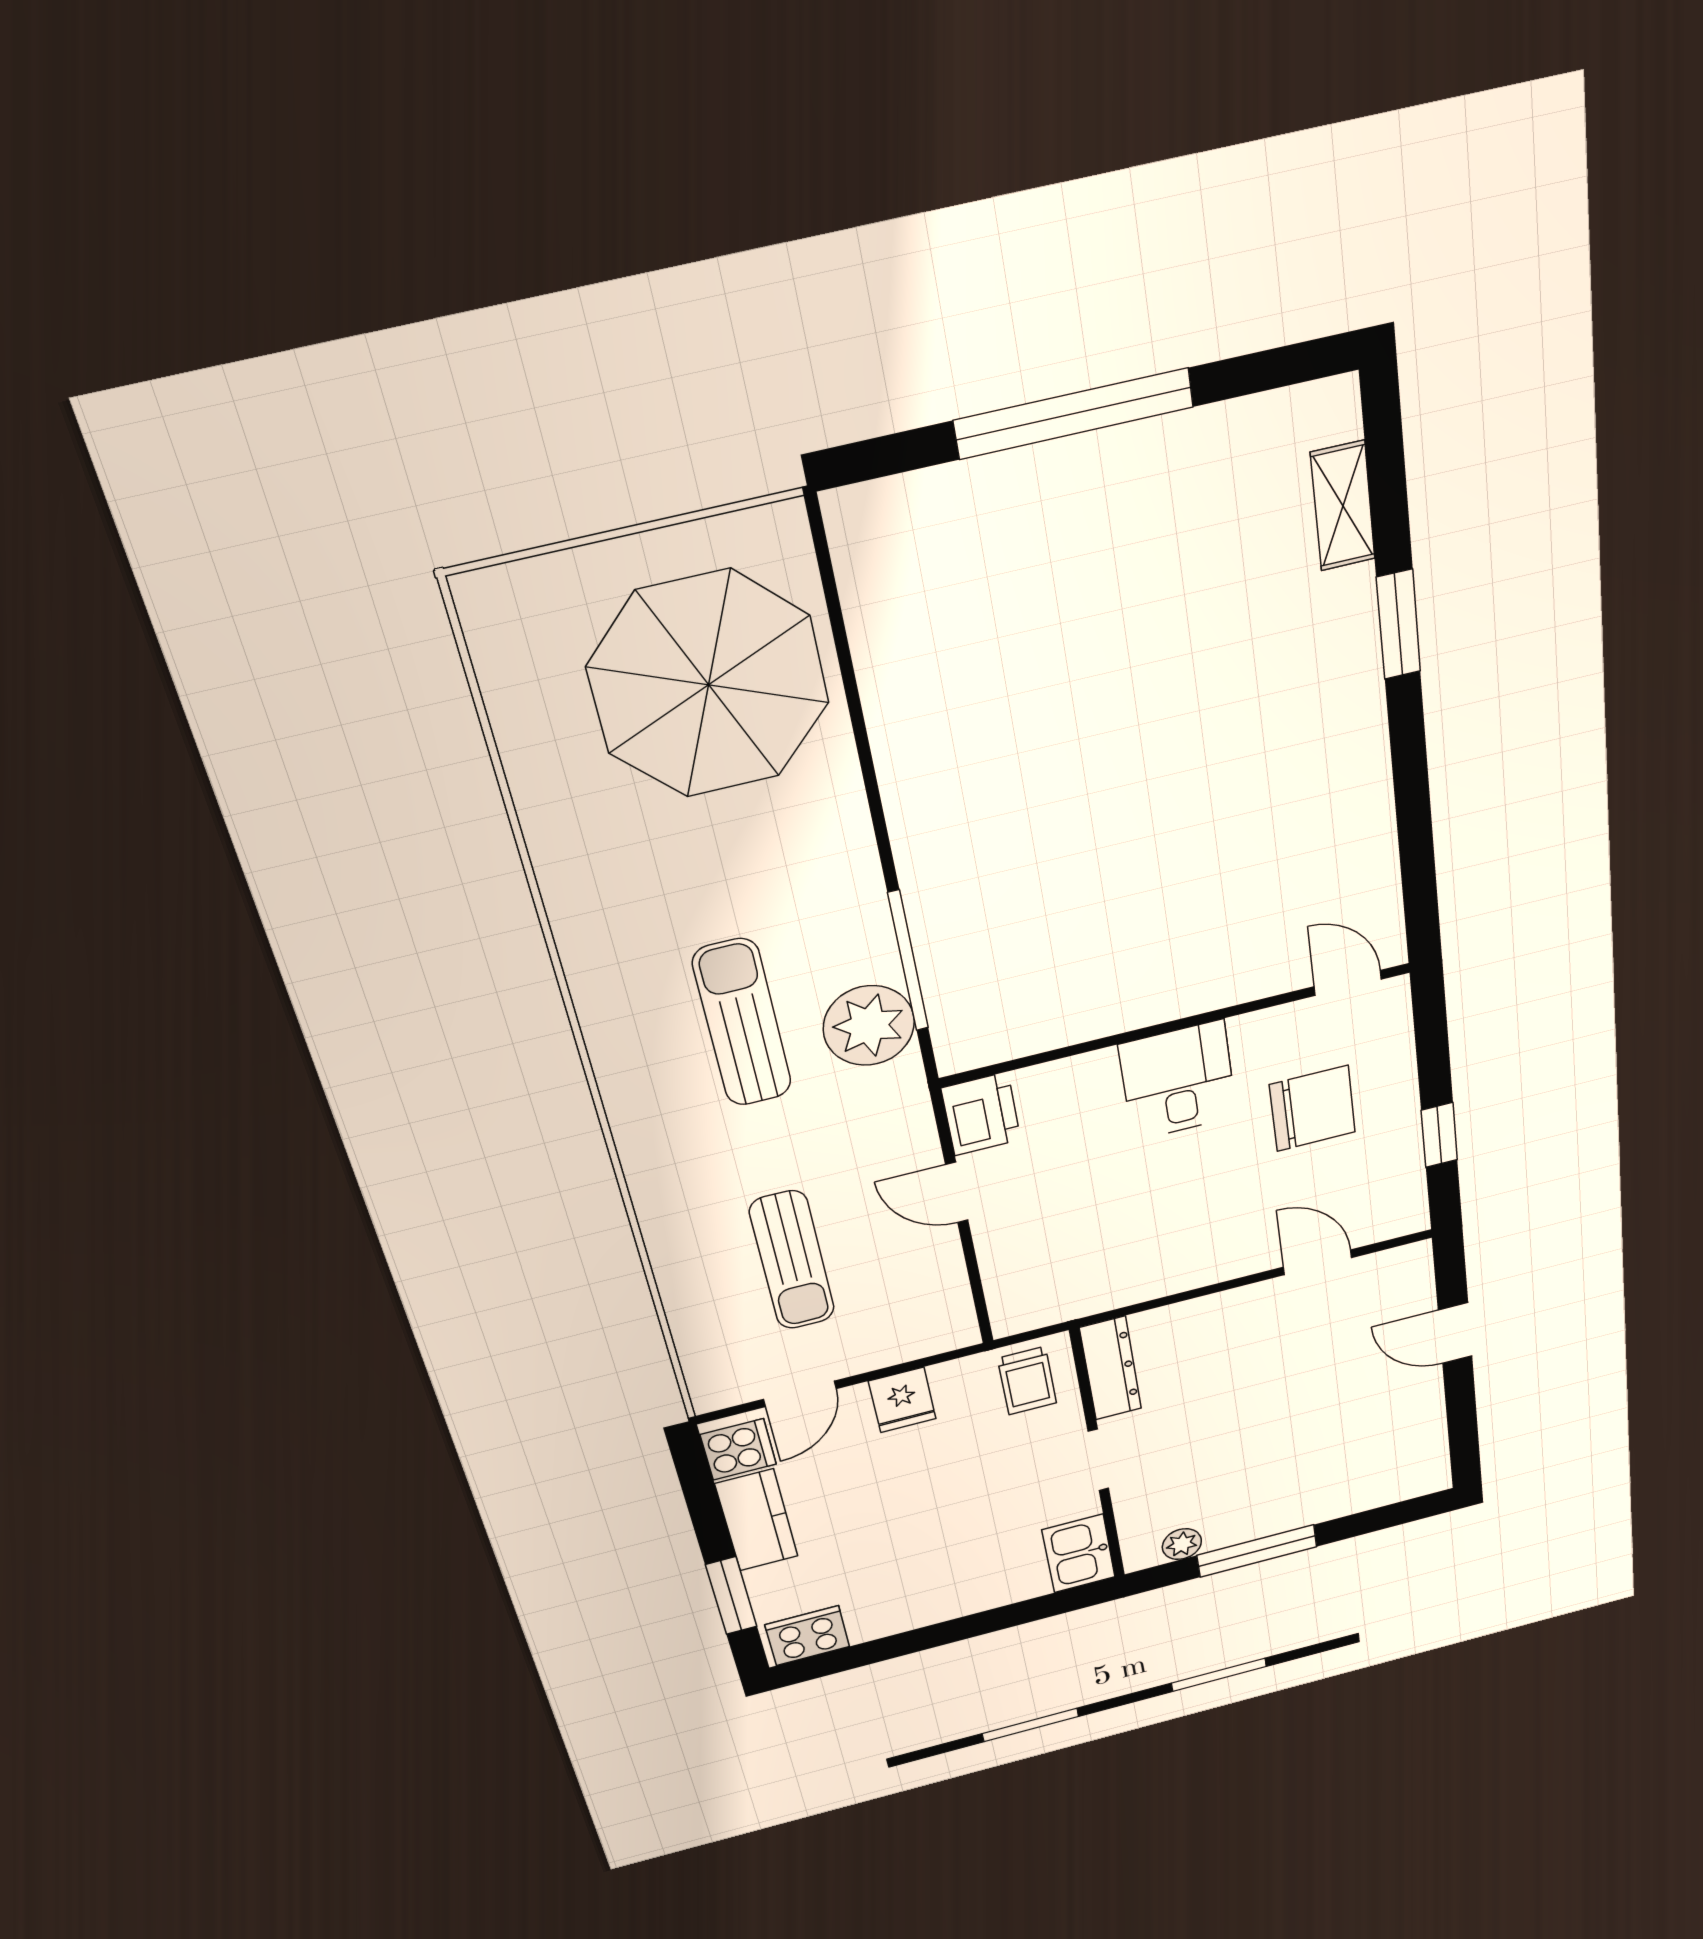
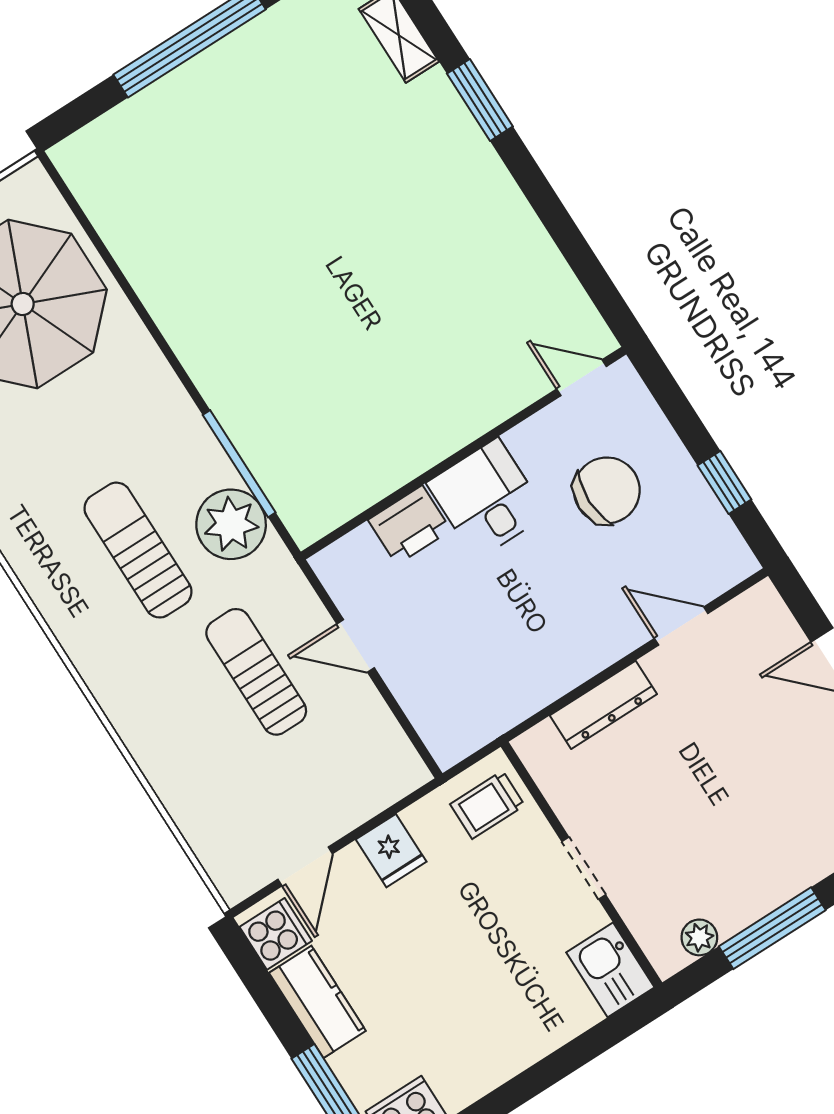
printer: (981, 1114) -> (409, 525), moved, turned 90
sun lounger: (792, 1260) -> (256, 672), moved, turned 180
dresser: (1111, 1368) -> (603, 705), moved, turned 90
trolley: (1027, 1381) -> (487, 805), turned 90

